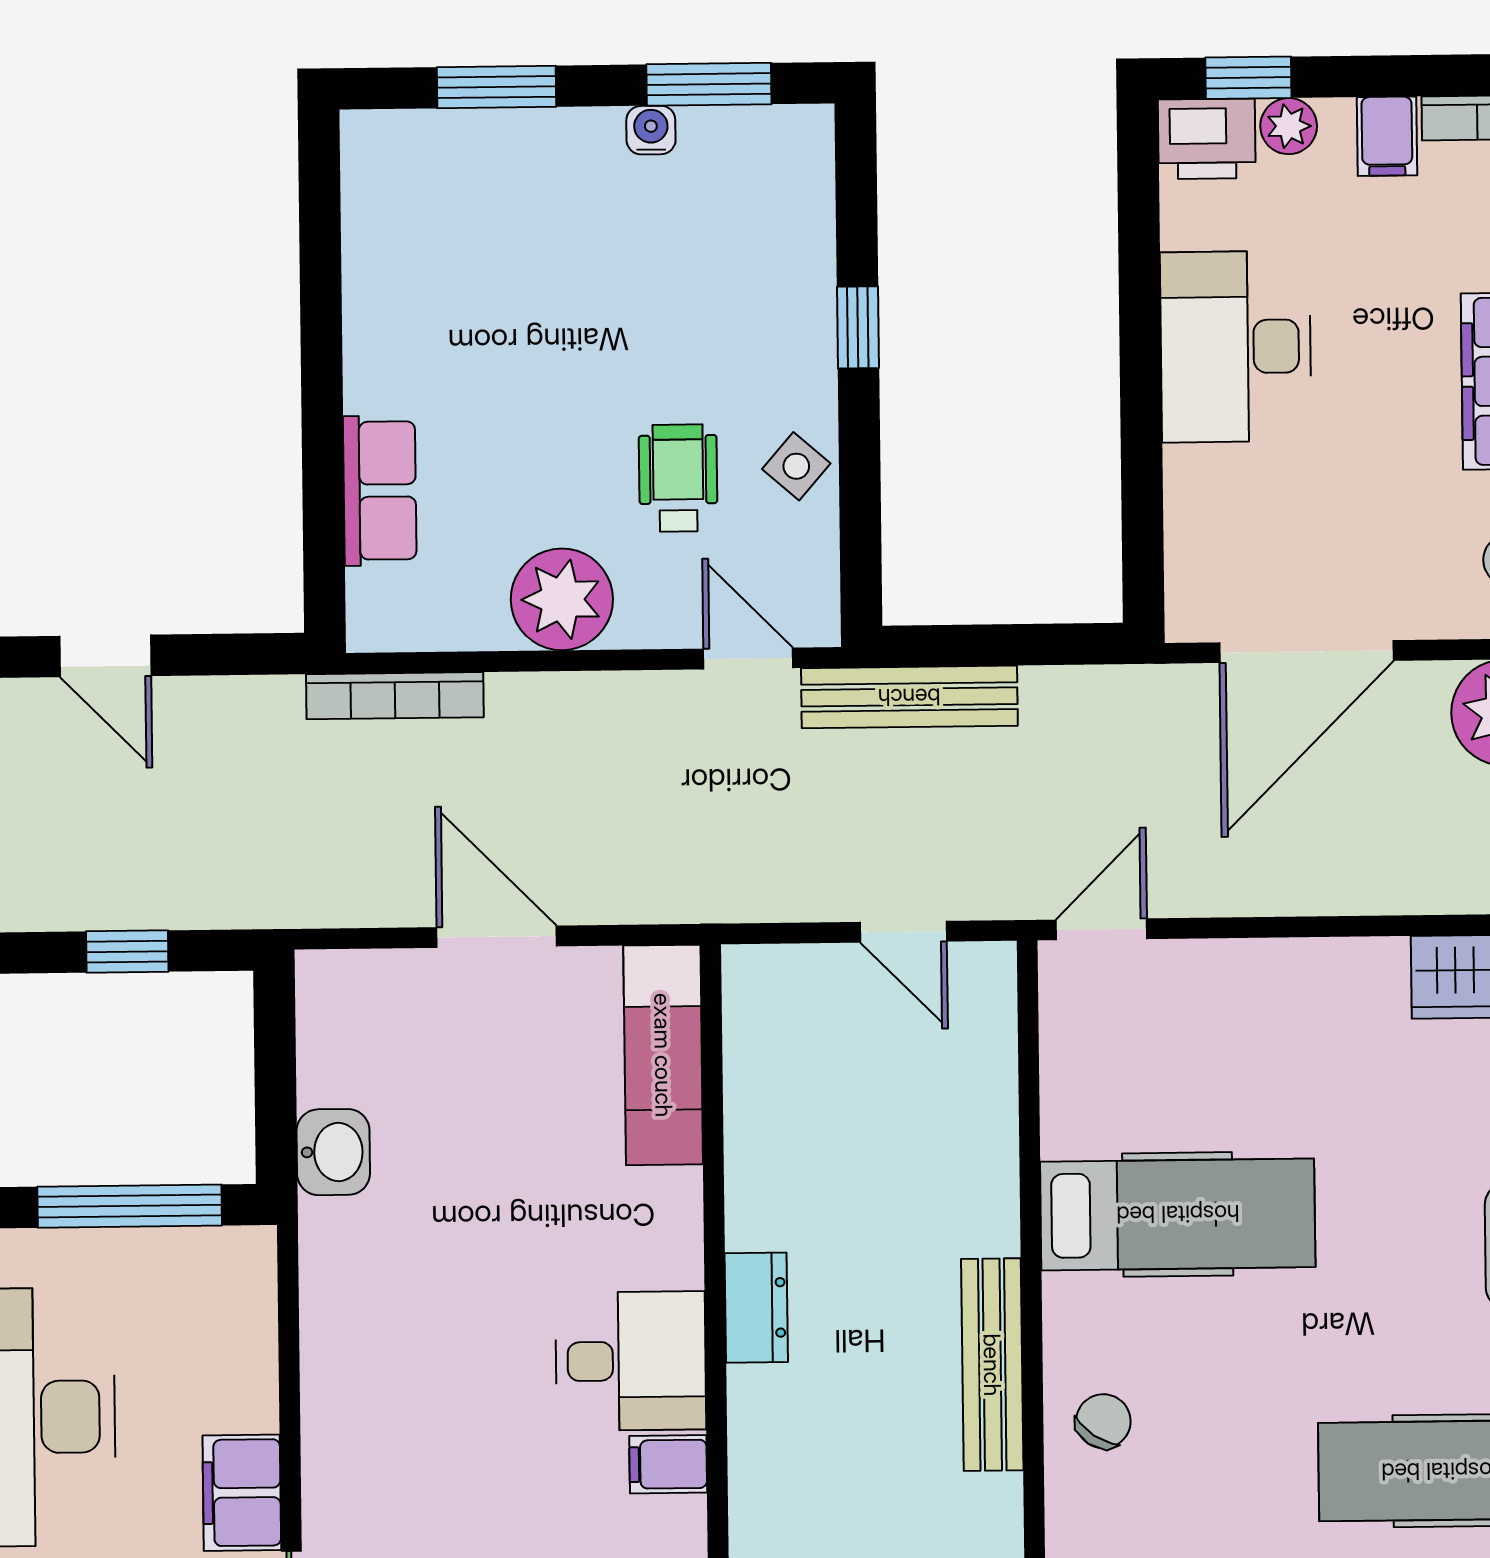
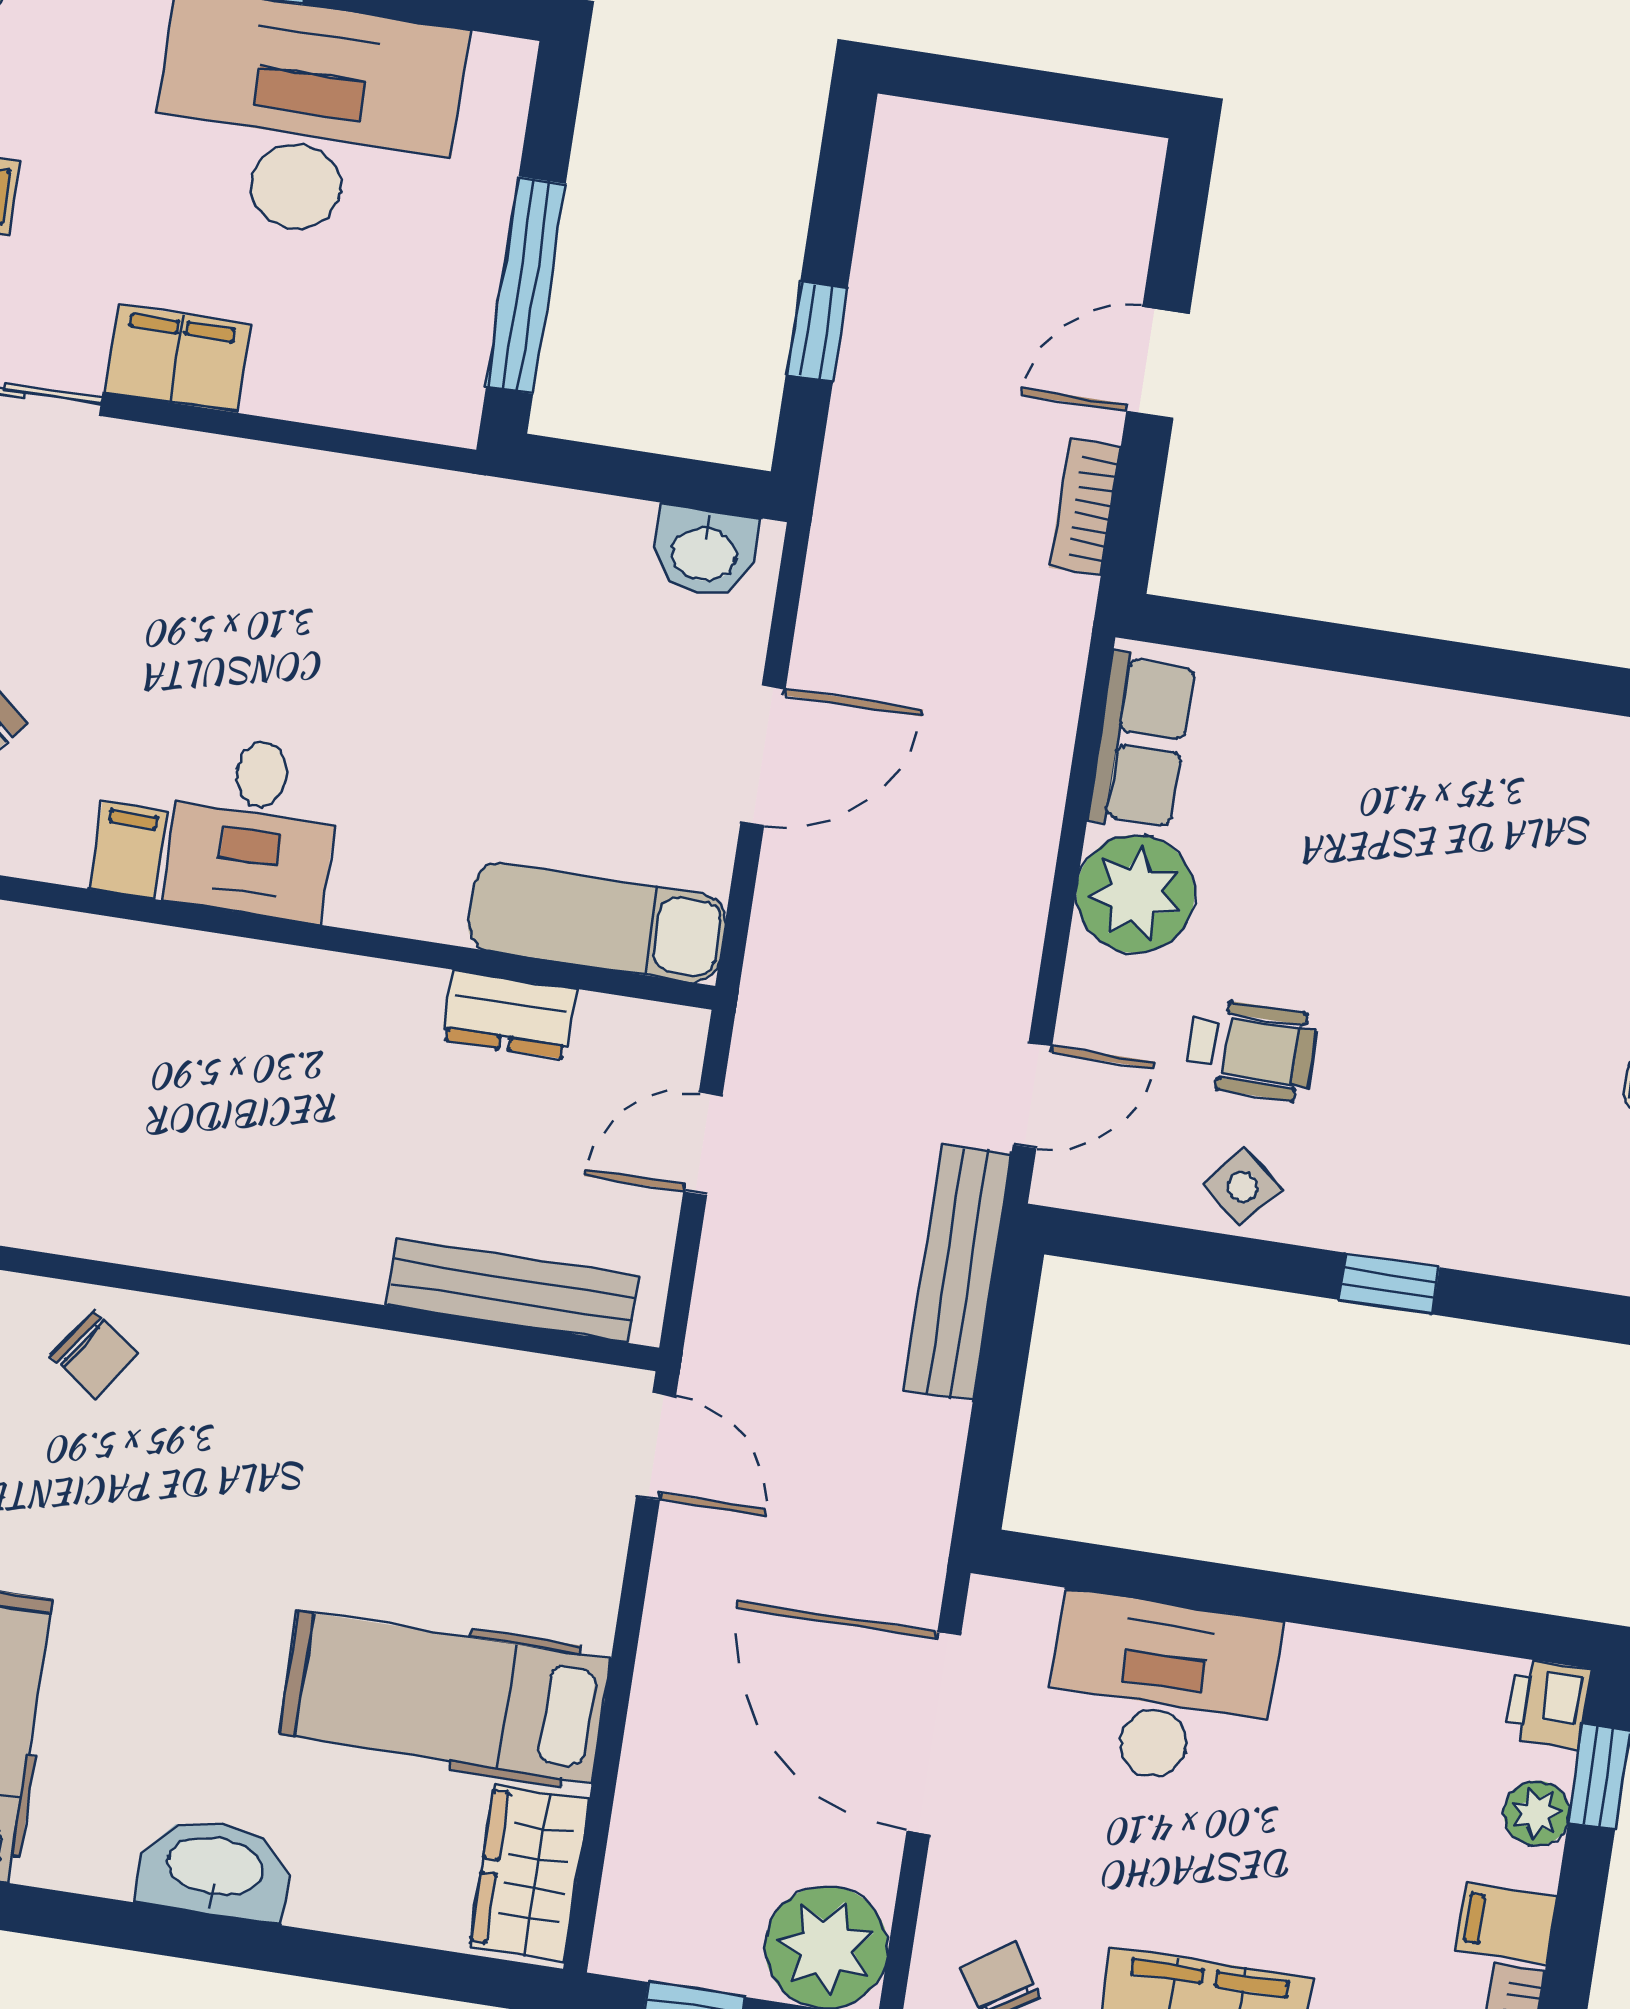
printer: (1207, 139) -> (1549, 1704), width x0.73, depth x0.81
desk: (1236, 347) -> (1161, 1690), moved
row of seats: (380, 491) -> (1141, 741), moved, turned -90
bookcase: (395, 696) -> (1085, 507), moved, width x0.64
door: (903, 932) -> (703, 1144), moved
washbasin: (333, 1152) -> (705, 552), moved
hospital bed: (1178, 1214) -> (445, 1697), moved, turned 90
dresser: (756, 1308) -> (509, 1014), moved
bench: (992, 1365) -> (513, 1290), moved

